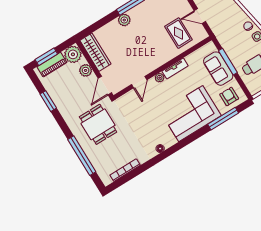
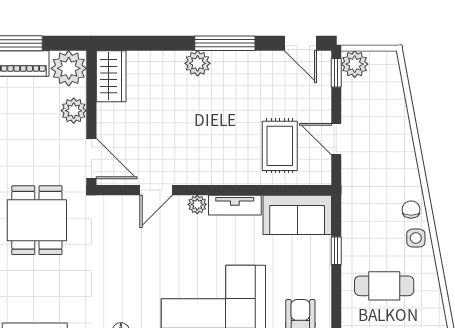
wardrobe: (95, 52) -> (111, 76), width x0.67
window: (228, 62) -> (336, 251), width x0.46
sofa: (218, 69) -> (297, 215), moved, turned -90
door: (105, 86) -> (91, 159), swing flipped

